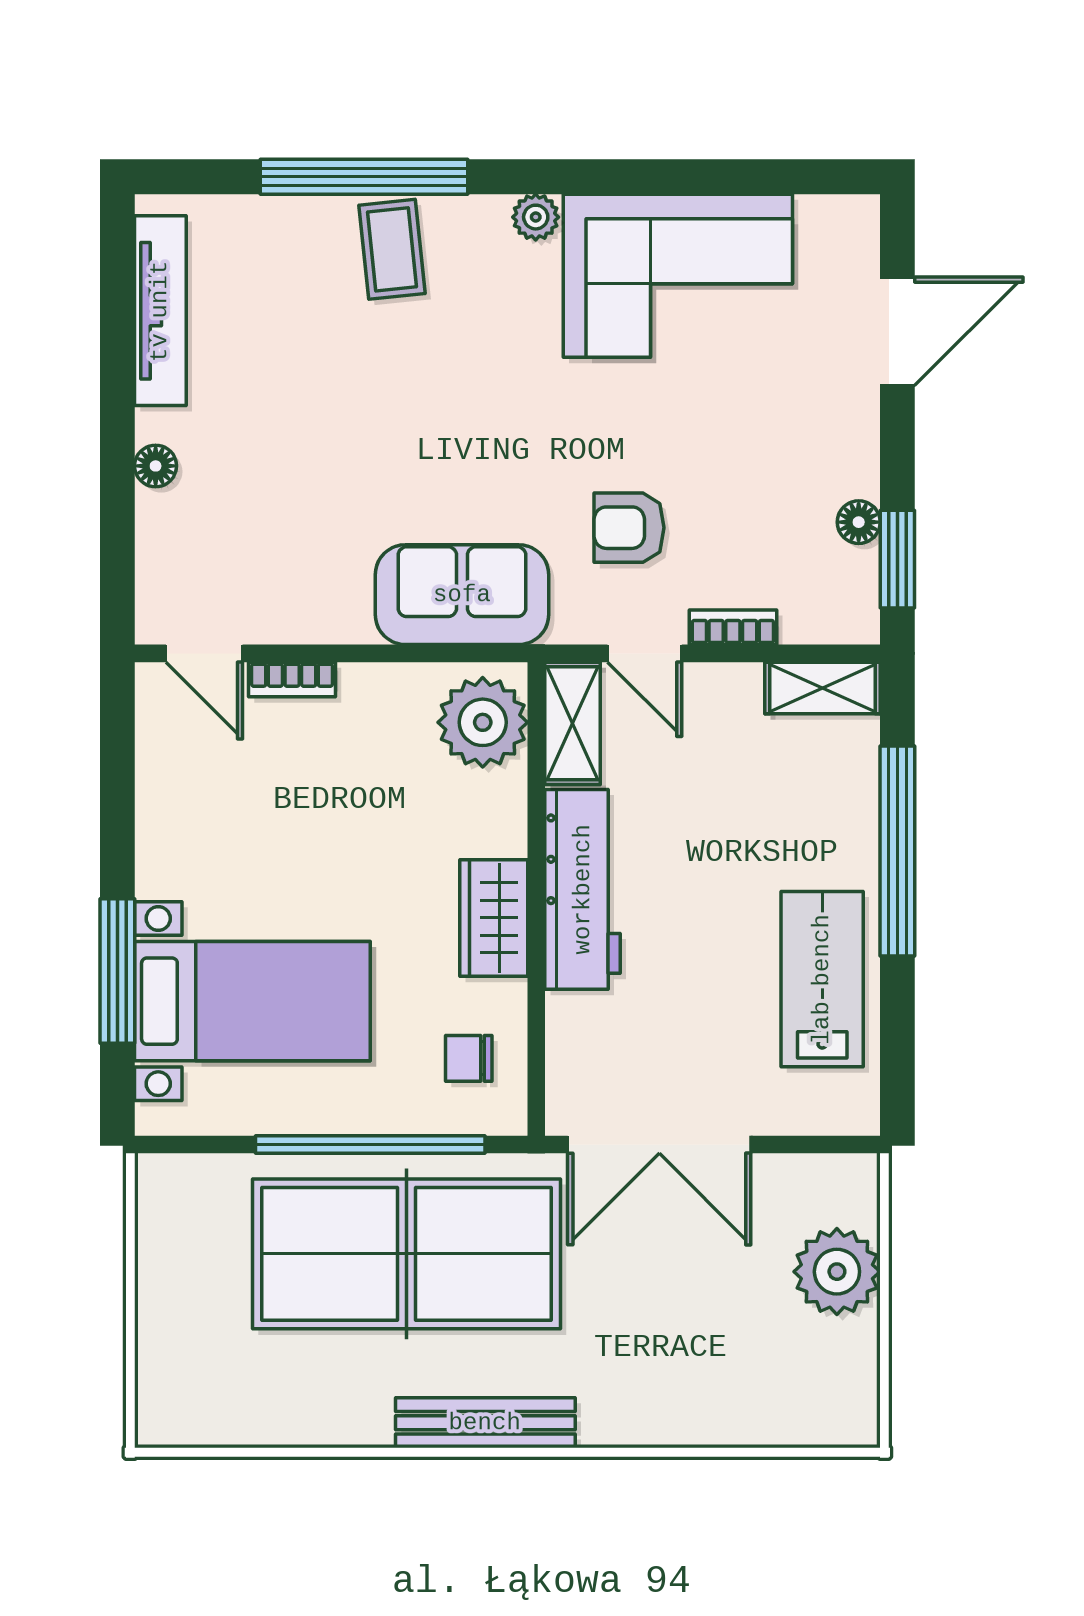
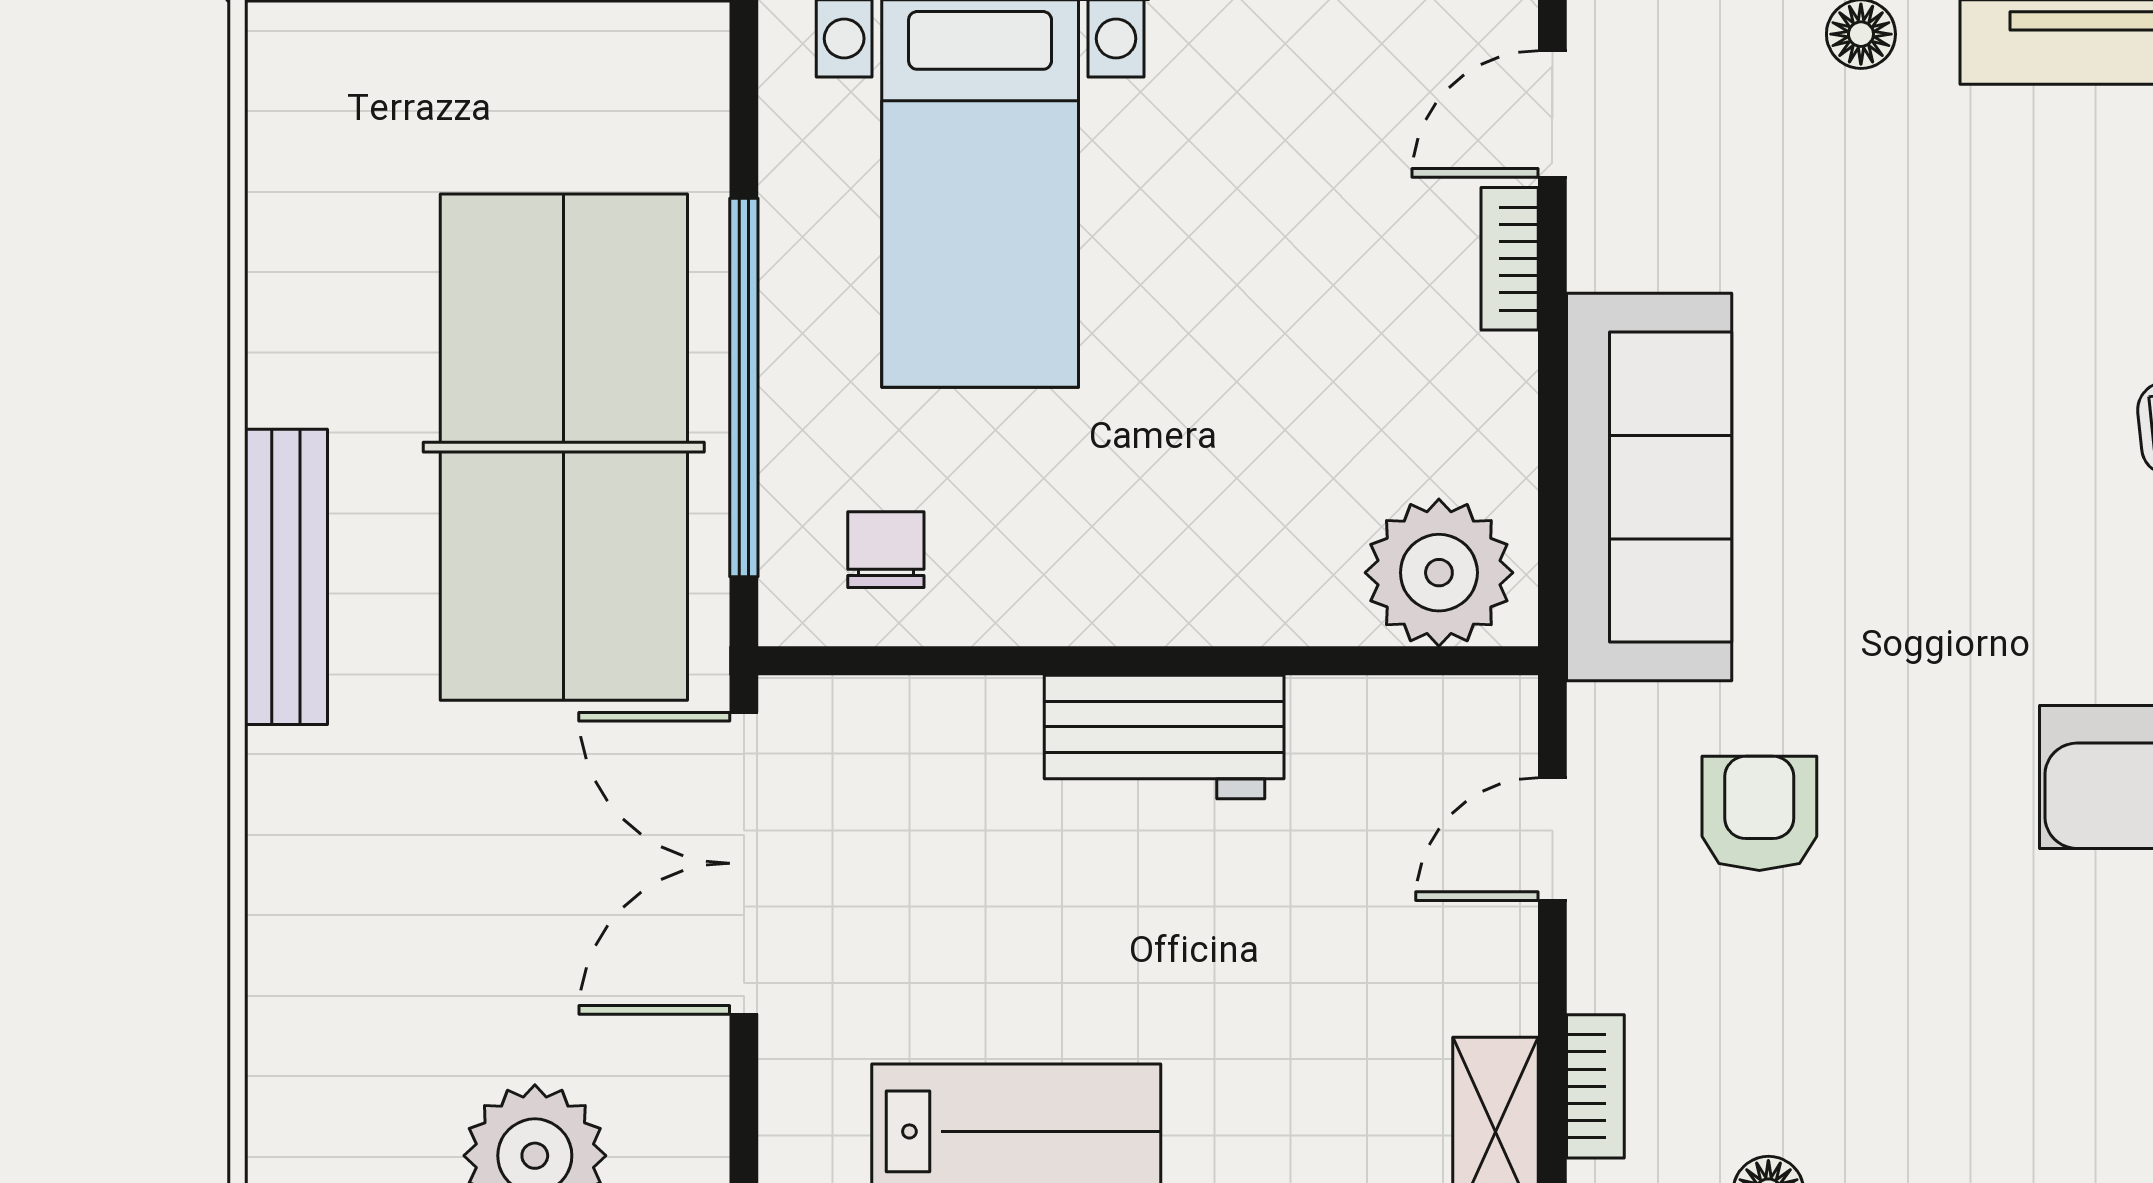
sofa: (462, 595) -> (1649, 487), width x1.36
bookcase: (733, 627) -> (1595, 1086), moved
shelving: (573, 723) -> (1437, 720), removed
workbench: (583, 889) -> (1164, 737), width x0.73
wardrobe: (494, 918) -> (1117, 591), removed

